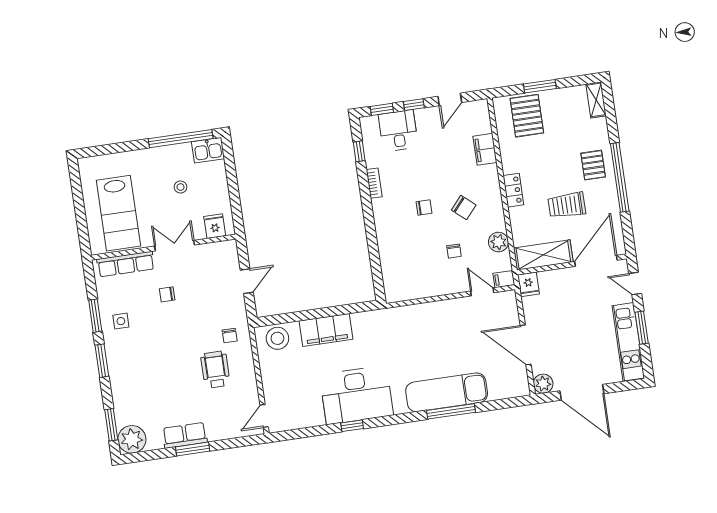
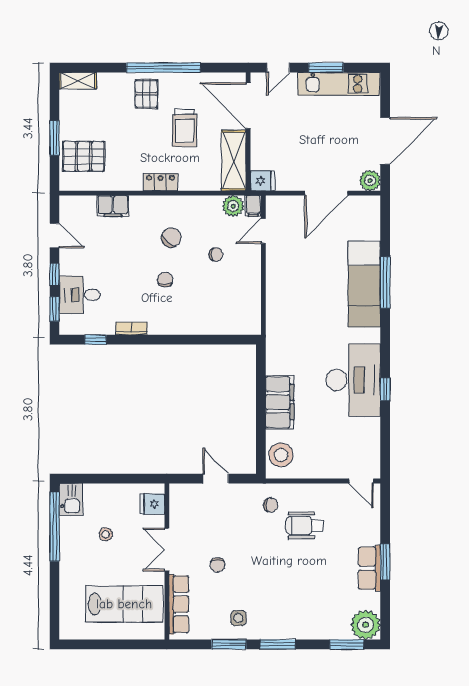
pallet: (593, 165) -> (146, 94), turned 90
plant: (498, 242) -> (233, 206), moved

